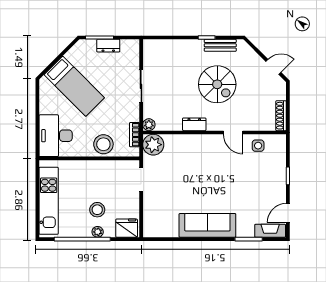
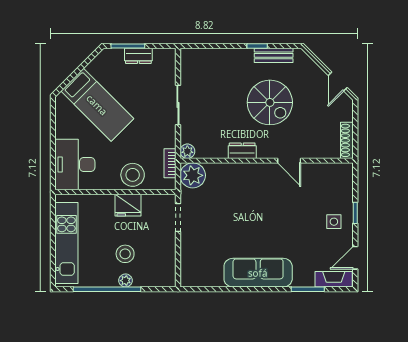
door: (273, 67) -> (338, 82), swing flipped
side table: (258, 146) -> (334, 222), moved
fridge: (127, 228) -> (128, 205), moved, turned 180

